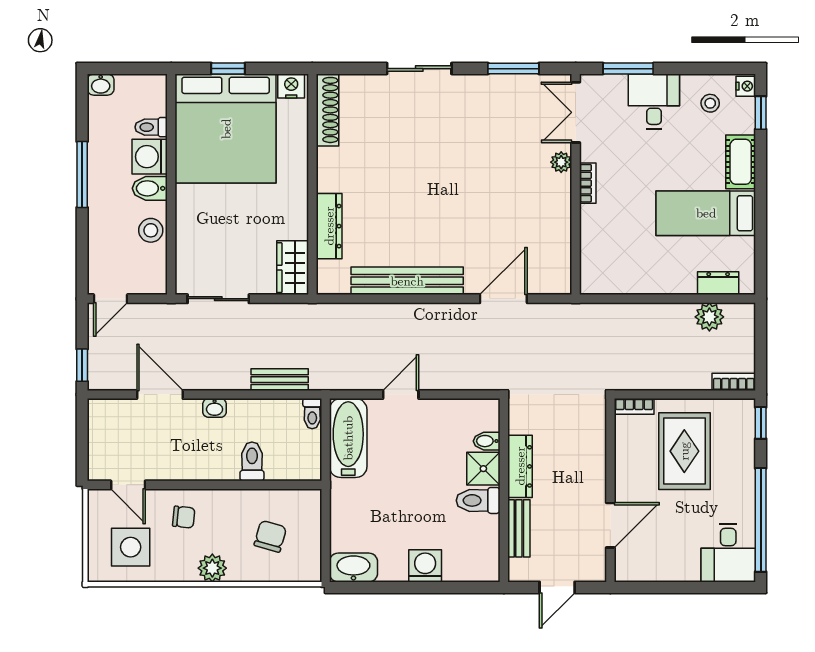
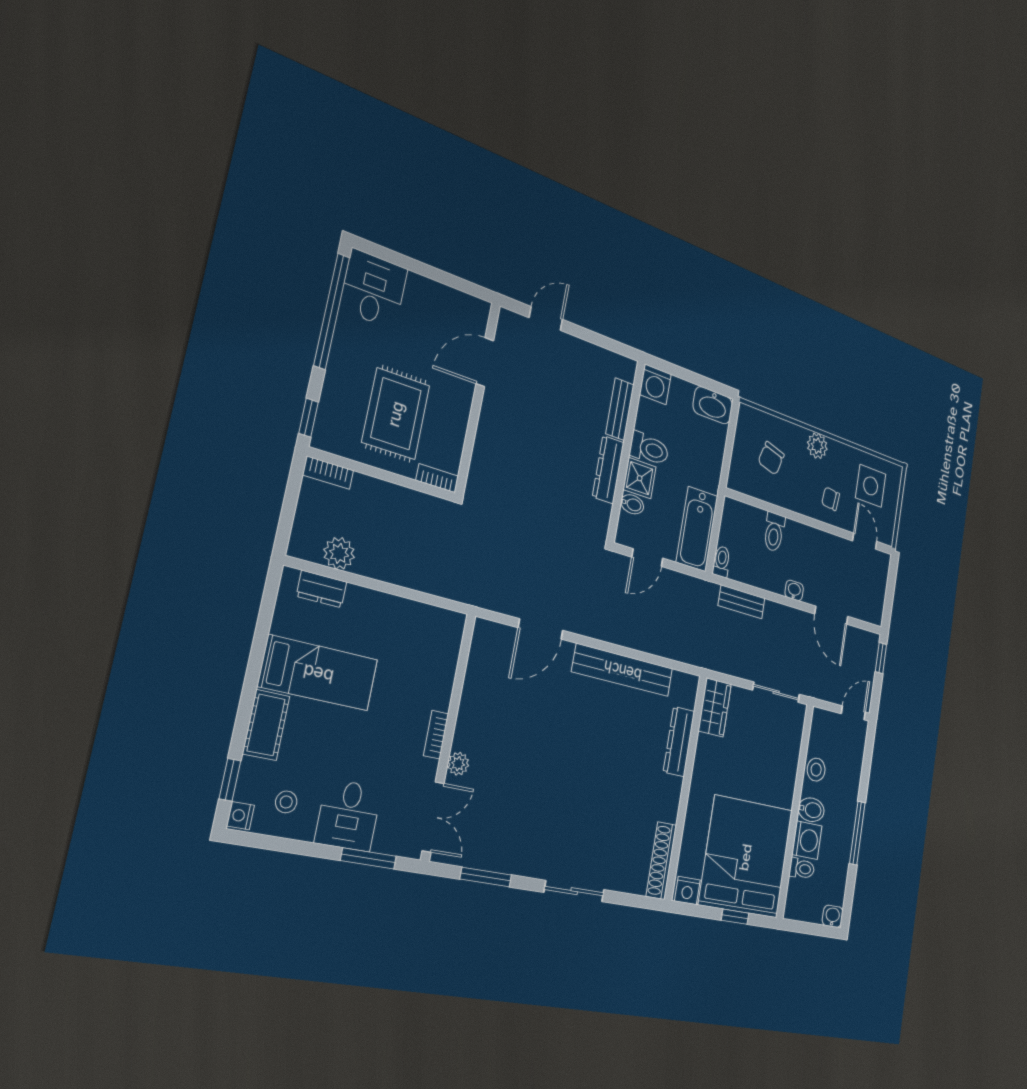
bidet: (487, 441) -> (632, 504), moved
dresser: (520, 466) -> (608, 470), moved
shower: (483, 469) -> (640, 478), moved
wall: (504, 490) -> (626, 451), moved
toilet: (478, 500) -> (649, 449), moved
bench: (519, 528) -> (620, 409), moved

